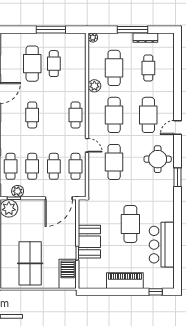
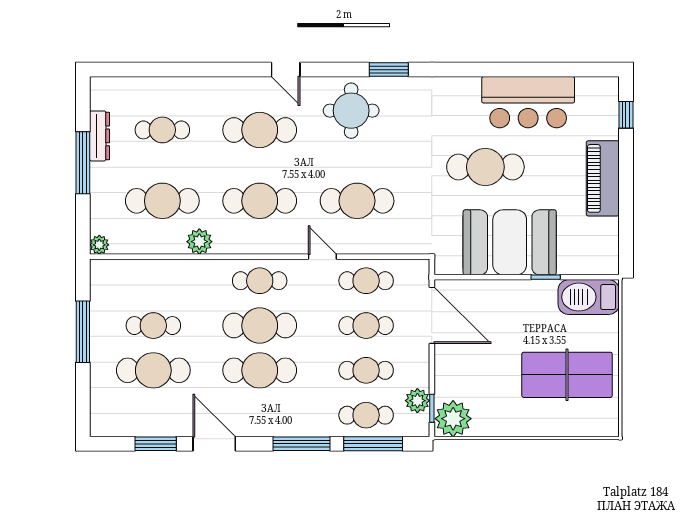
cafe table: (32, 115) -> (260, 370), width x1.37, depth x1.35
cafe table: (54, 115) -> (260, 326), added
door: (87, 145) -> (322, 257), hinge flipped
booth: (89, 242) -> (510, 242), width x1.36, depth x1.42

